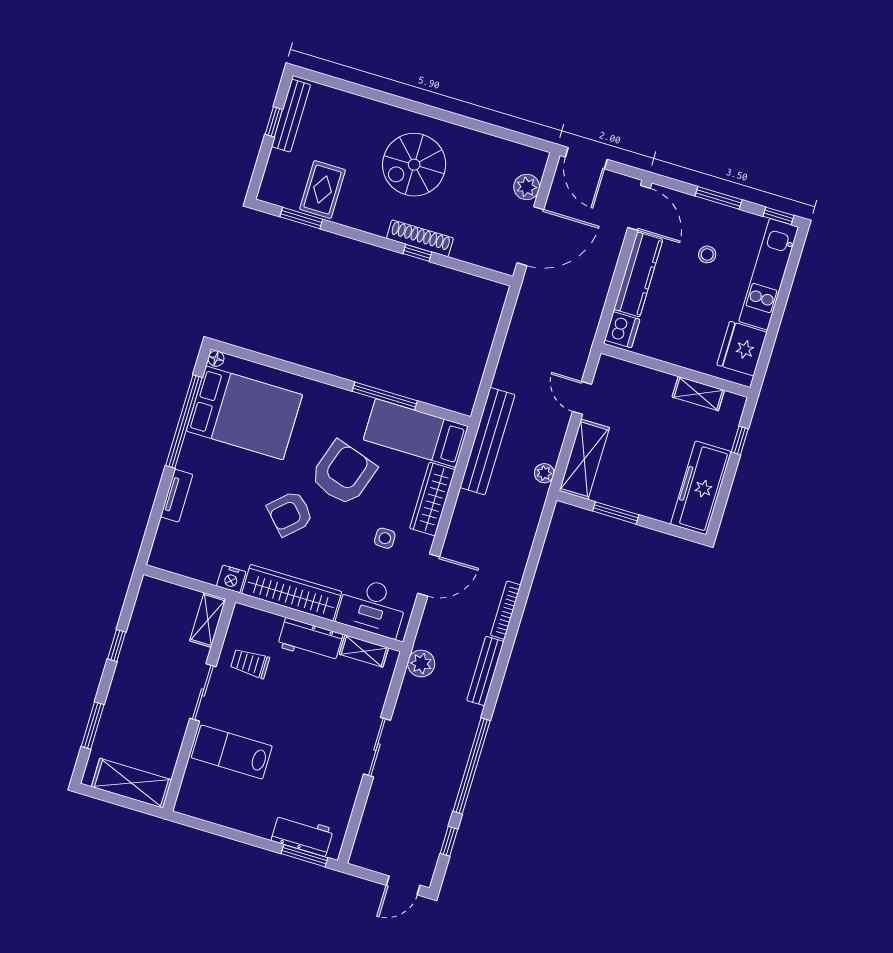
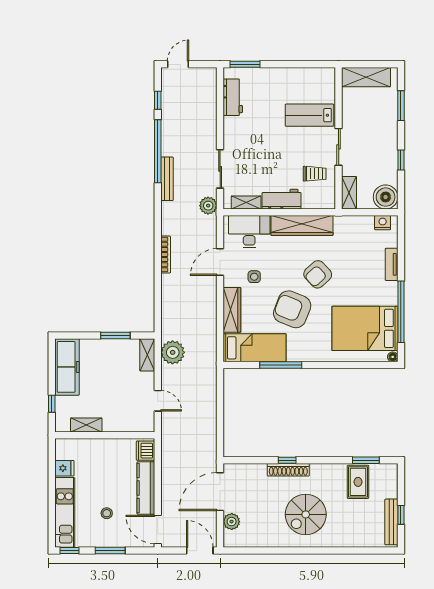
spiral stairs: (414, 165) -> (306, 514), turned 180
fridge: (742, 349) -> (64, 468), width x0.53, depth x0.75
bench: (487, 441) -> (209, 356), removed
shelving: (584, 459) -> (147, 355), width x0.67, depth x0.75
armchair: (343, 473) -> (292, 309), turned 94
plant: (544, 473) -> (173, 352), width x1.87, depth x1.87
armchair: (290, 514) -> (318, 274), turned 180
nightstand: (231, 579) -> (383, 223), moved
boiler: (156, 598) -> (386, 197), added
bench: (485, 671) -> (167, 179), moved
sliding door: (377, 747) -> (220, 169), moved
lab bench: (232, 752) -> (310, 115), turned 180
workbench: (302, 835) -> (233, 97), moved, turned -90

